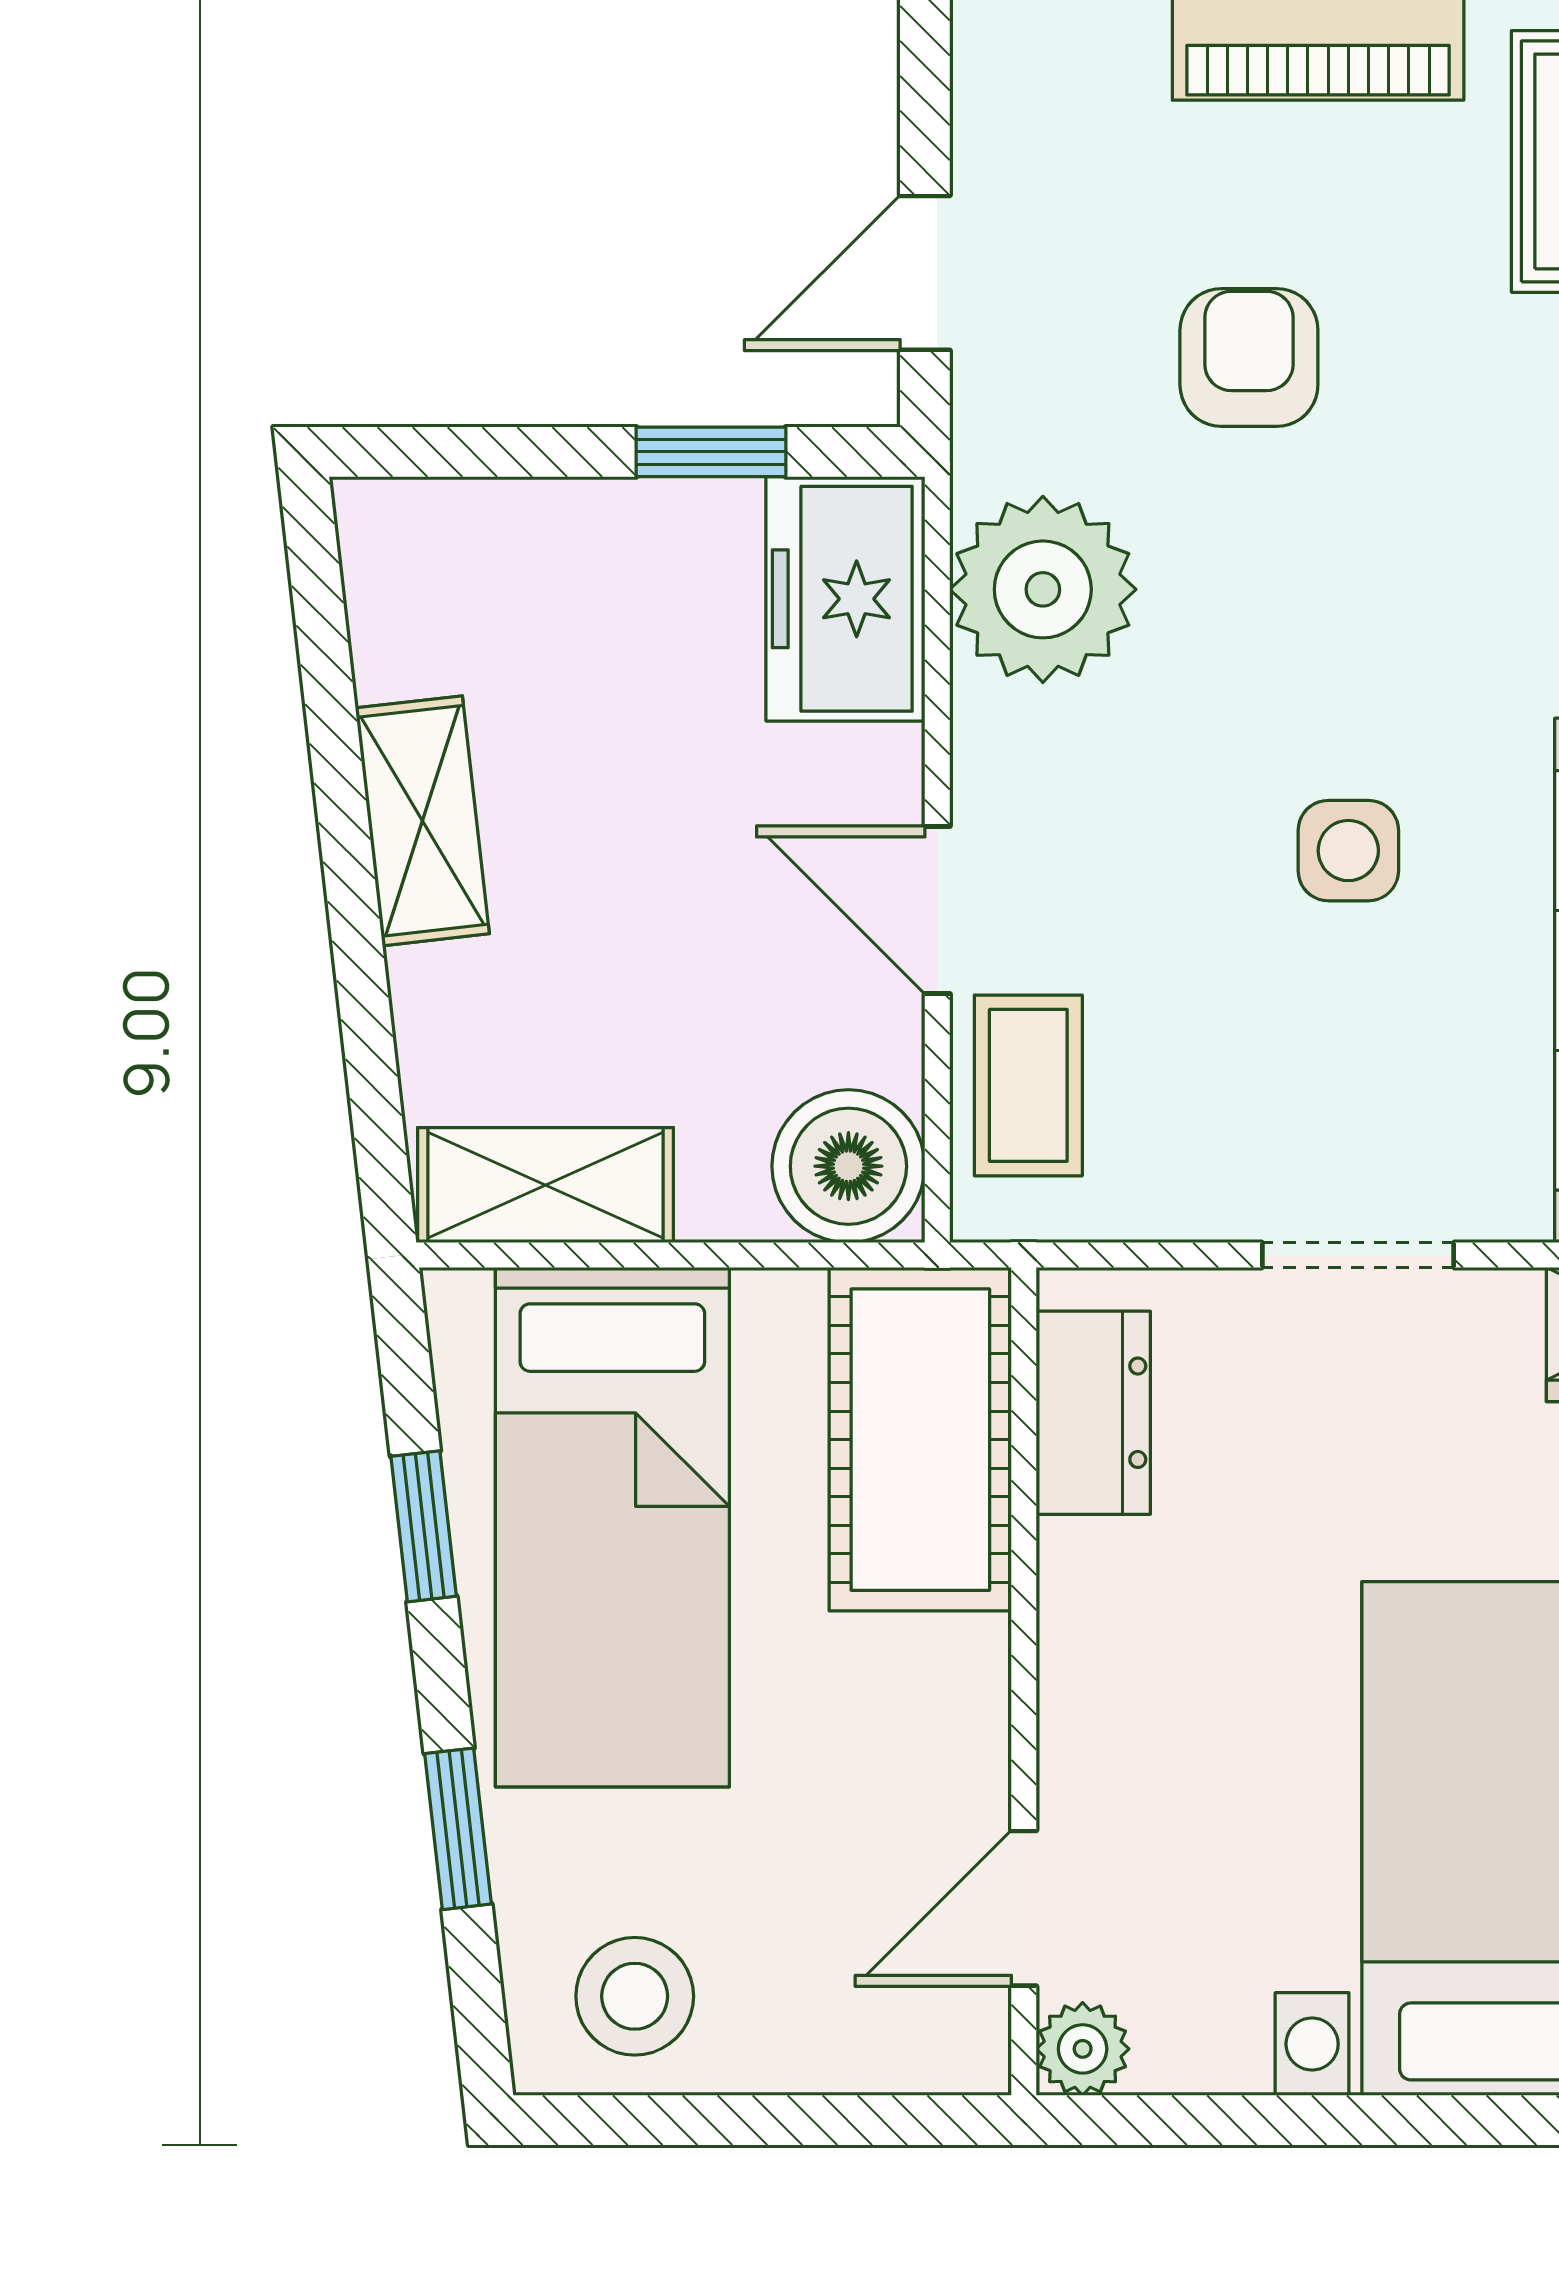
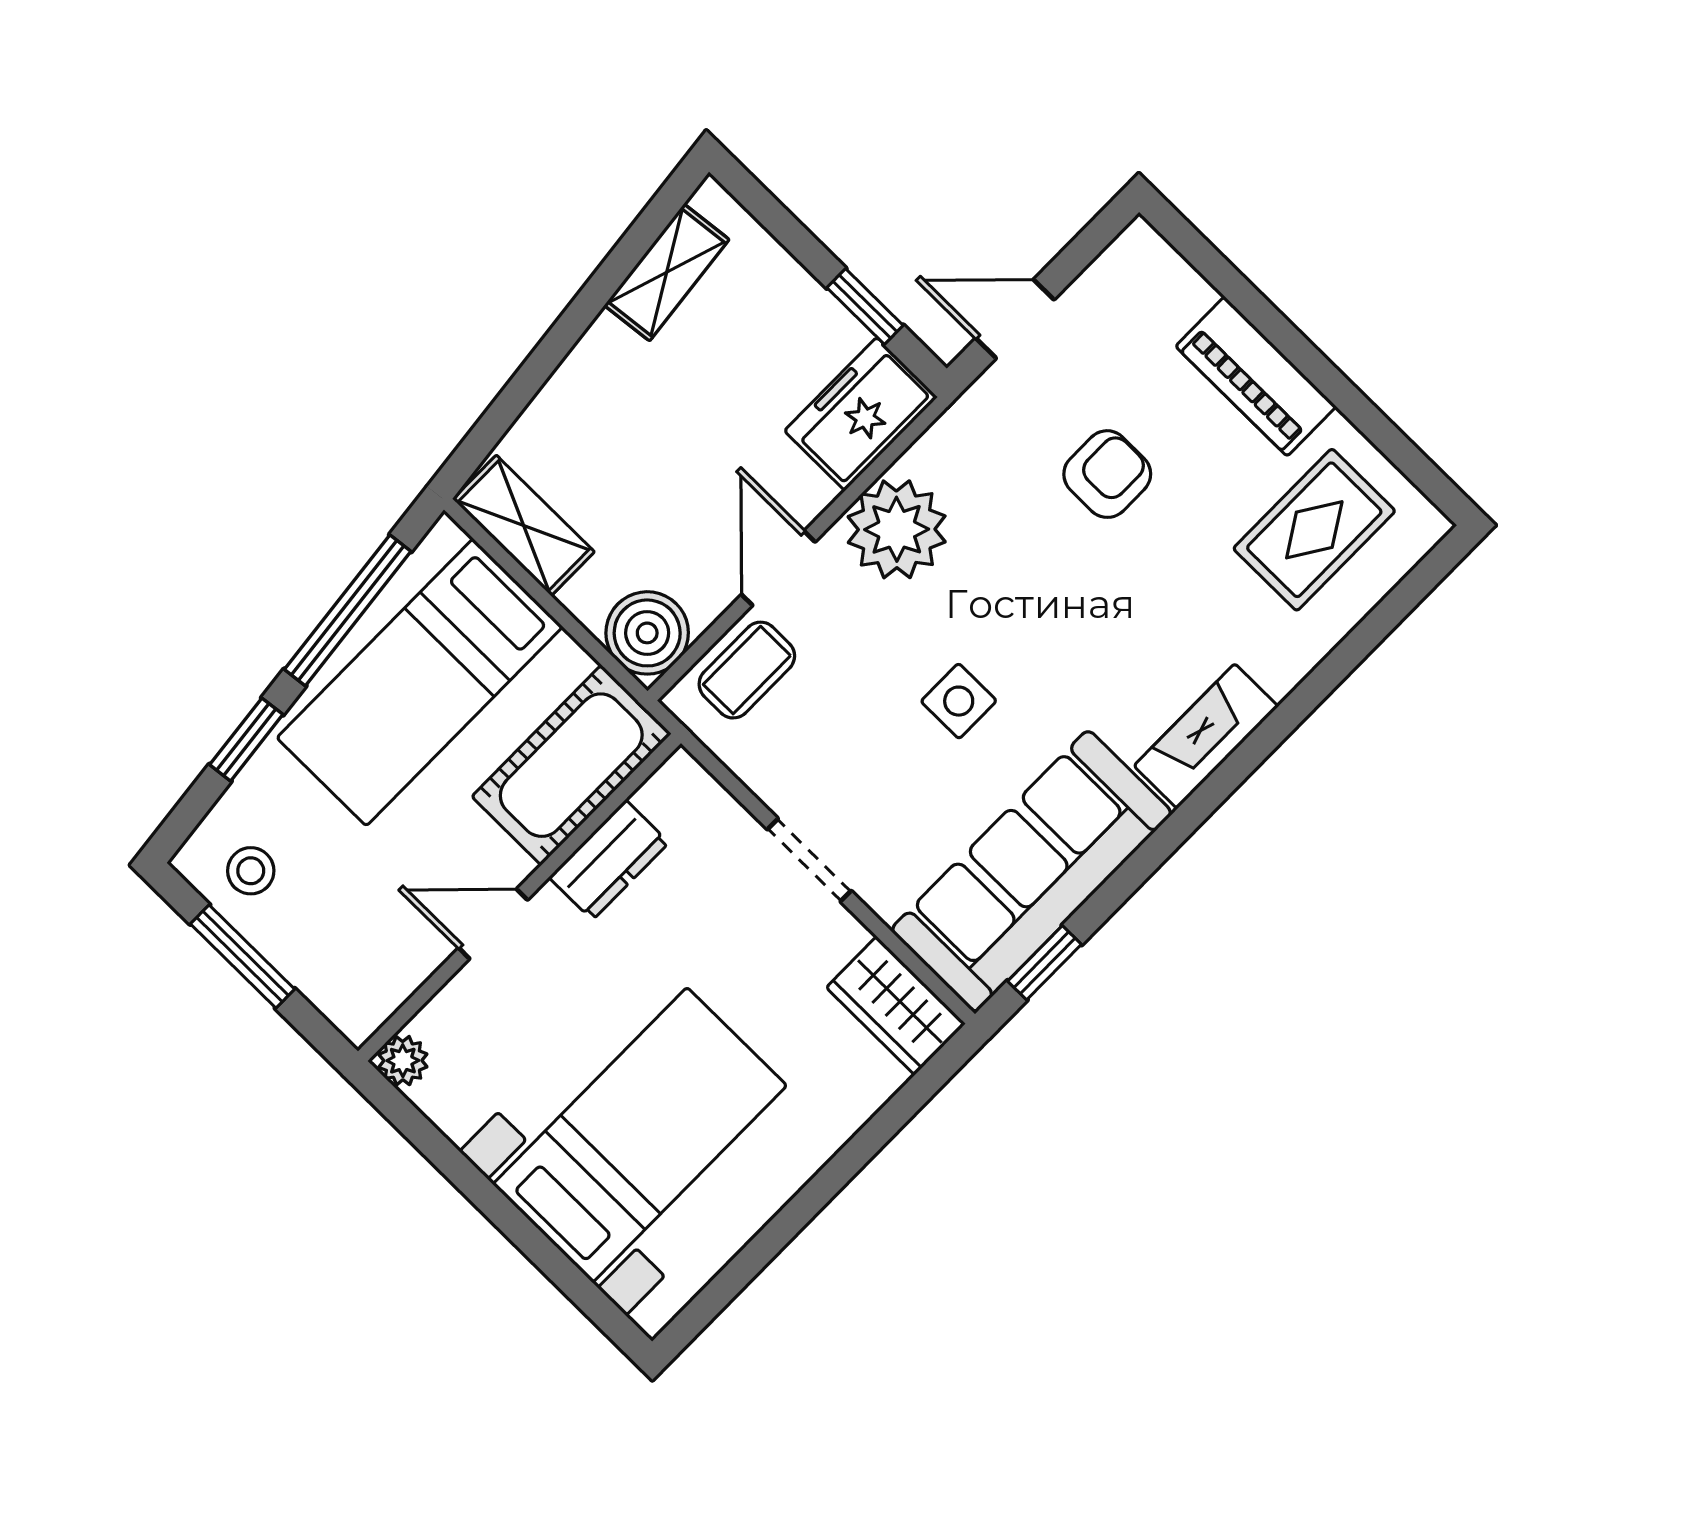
plant: (1043, 589) -> (897, 529), moved
shelving: (422, 821) -> (667, 272), moved
dresser: (1093, 1413) -> (609, 860), moved
window: (424, 1526) -> (348, 610), width x2.17
door: (1024, 1908) -> (493, 924), moved
stool: (635, 1996) -> (251, 871), width x0.73, depth x0.73
window: (735, 2120) -> (242, 956), added

